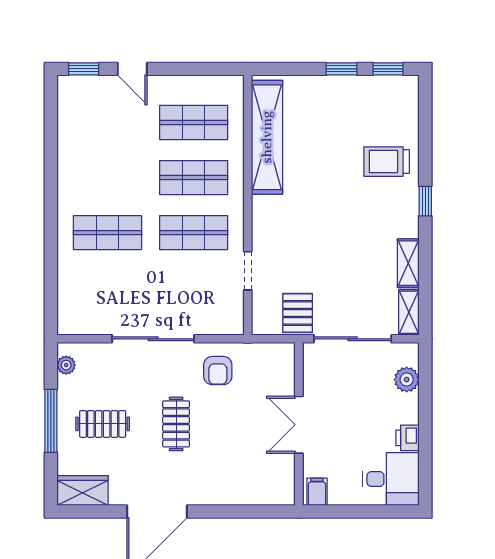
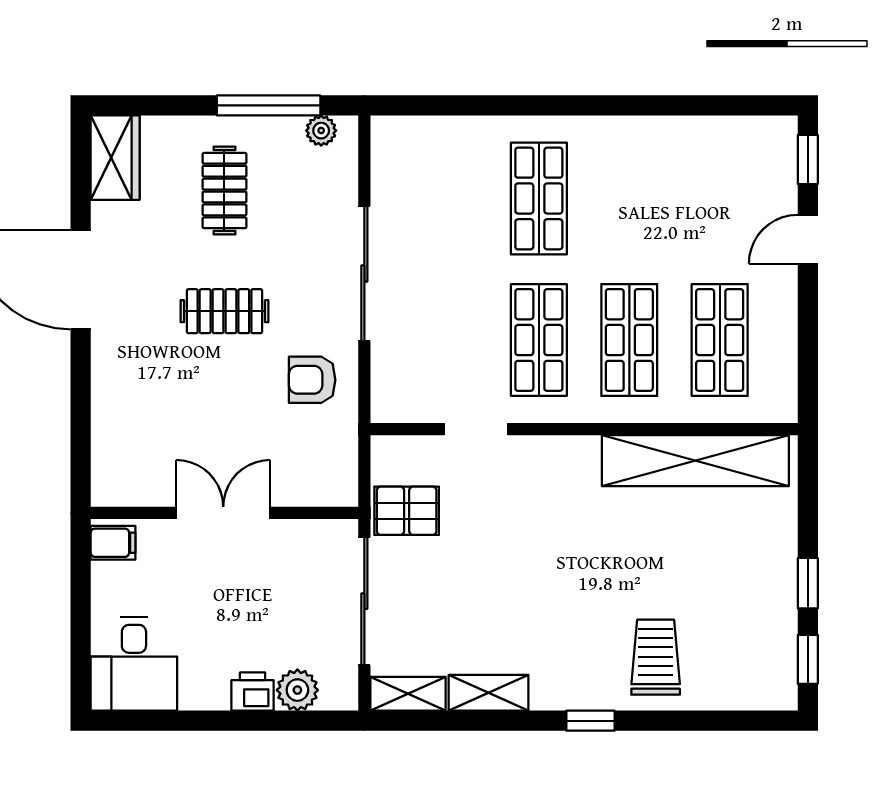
window: (51, 421) -> (269, 105), moved
printer: (408, 438) -> (253, 692), moved

